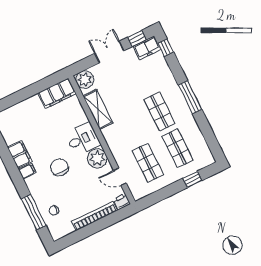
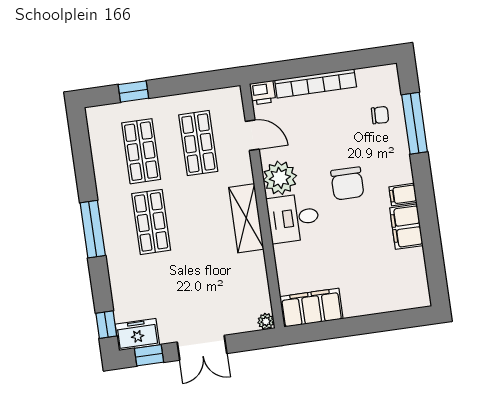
plant: (85, 80) -> (266, 321), width x0.53, depth x0.53
shelving: (98, 109) -> (246, 218), moved

